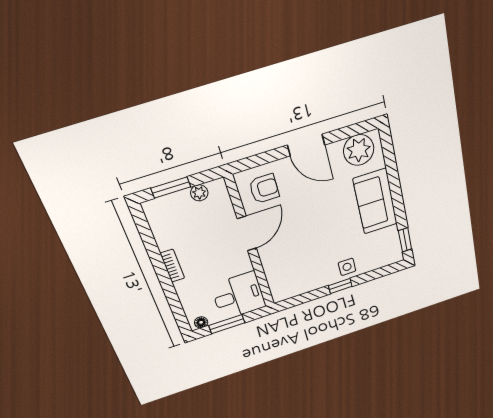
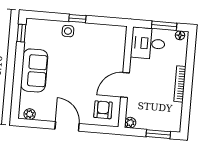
plant: (359, 150) -> (30, 114), width x0.53, depth x0.53
armchair: (264, 189) -> (103, 110), turned 90
plant: (199, 193) -> (130, 123), moved
bookcase: (172, 266) -> (180, 84), width x1.56

